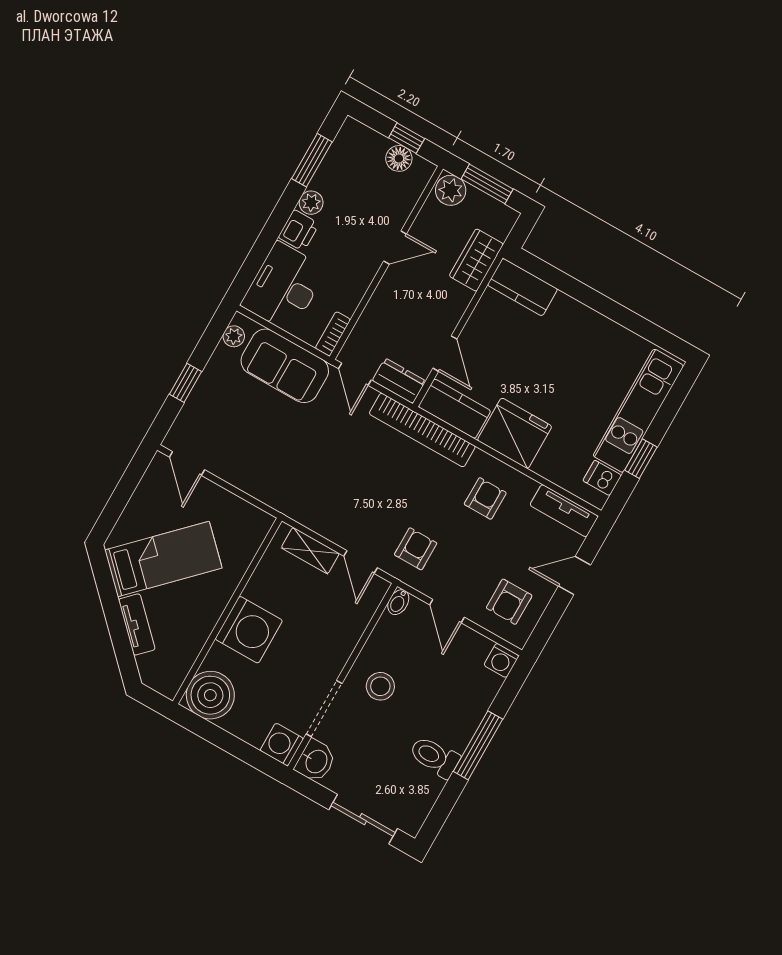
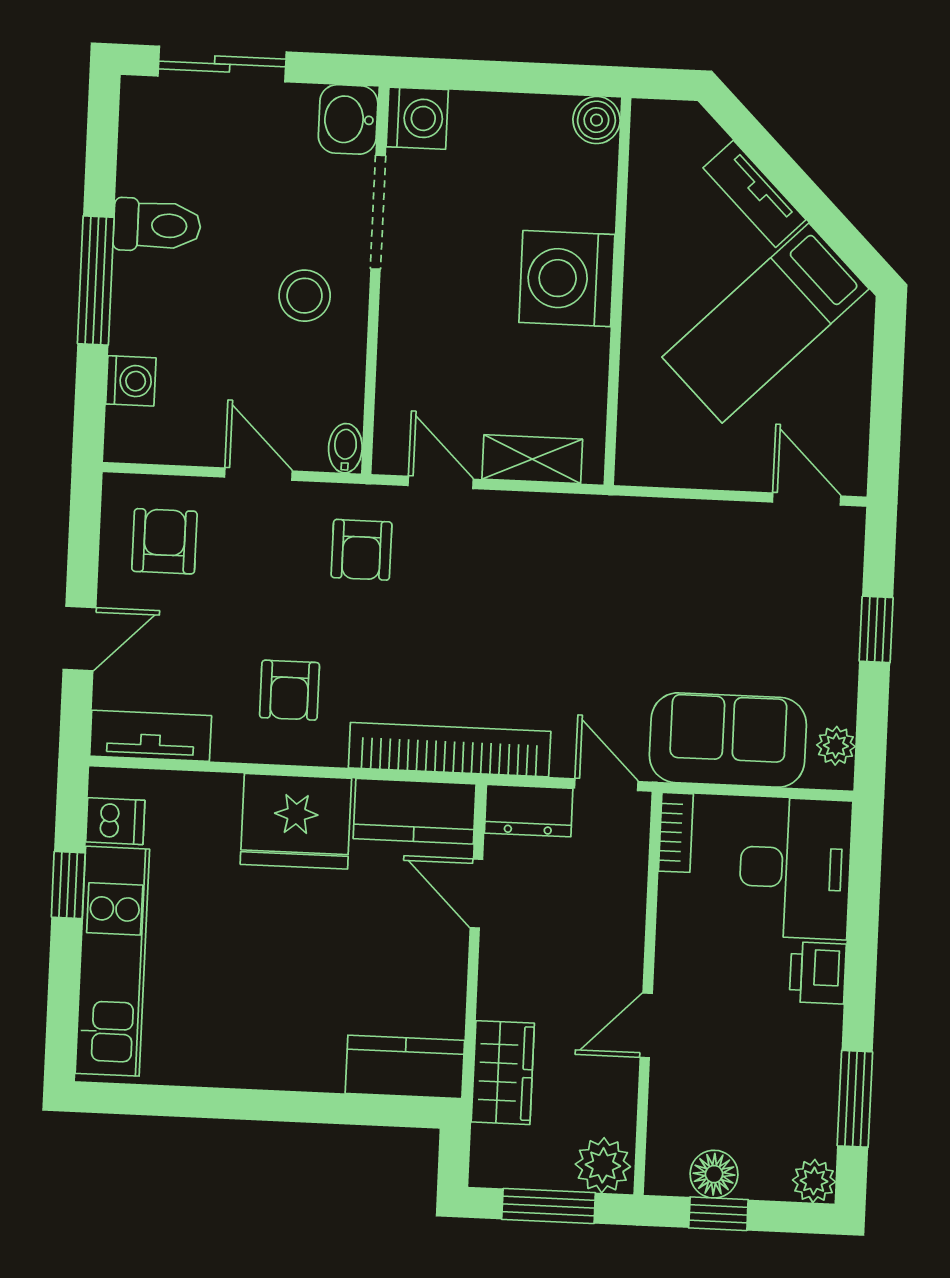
plant: (311, 203) -> (814, 1181), moved
washing machine: (501, 660) -> (131, 381), moved, turned 90
boiler: (210, 695) -> (596, 120), width x0.54, depth x0.54

